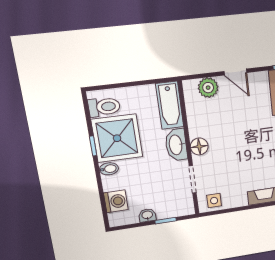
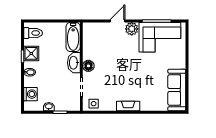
door: (235, 72) -> (117, 21), swing flipped
plant: (208, 88) -> (132, 29), moved
shower: (117, 138) -> (31, 53), width x0.54, depth x0.54

